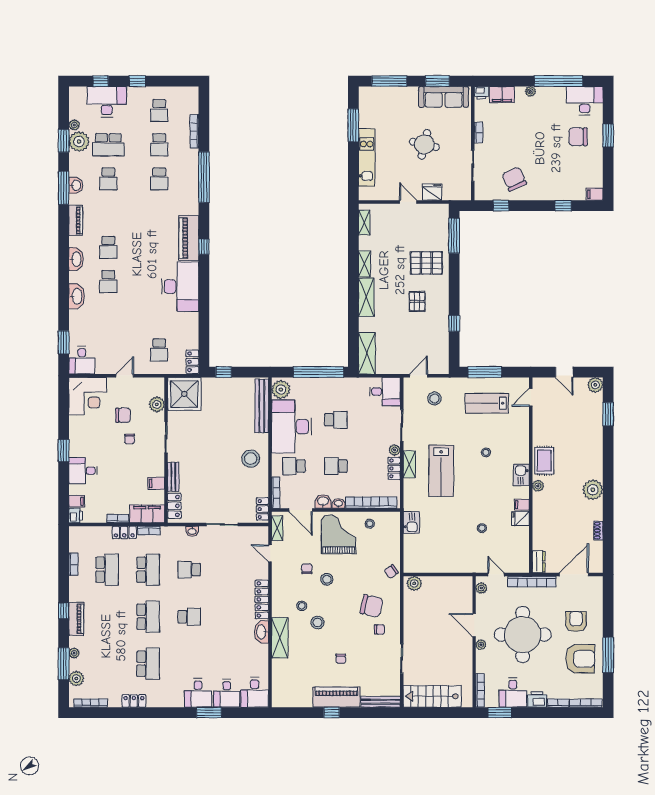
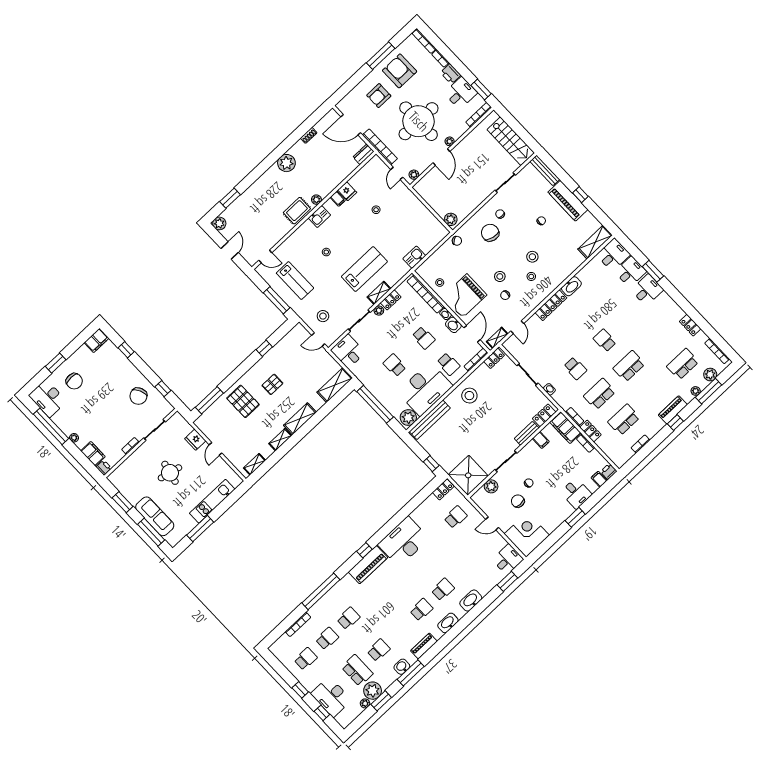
sofa: (444, 97) -> (155, 516), moved
filing cabinet: (595, 194) -> (96, 340), width x2.00
shelving: (280, 638) -> (595, 242), moved
school desk: (148, 664) -> (683, 364), moved

